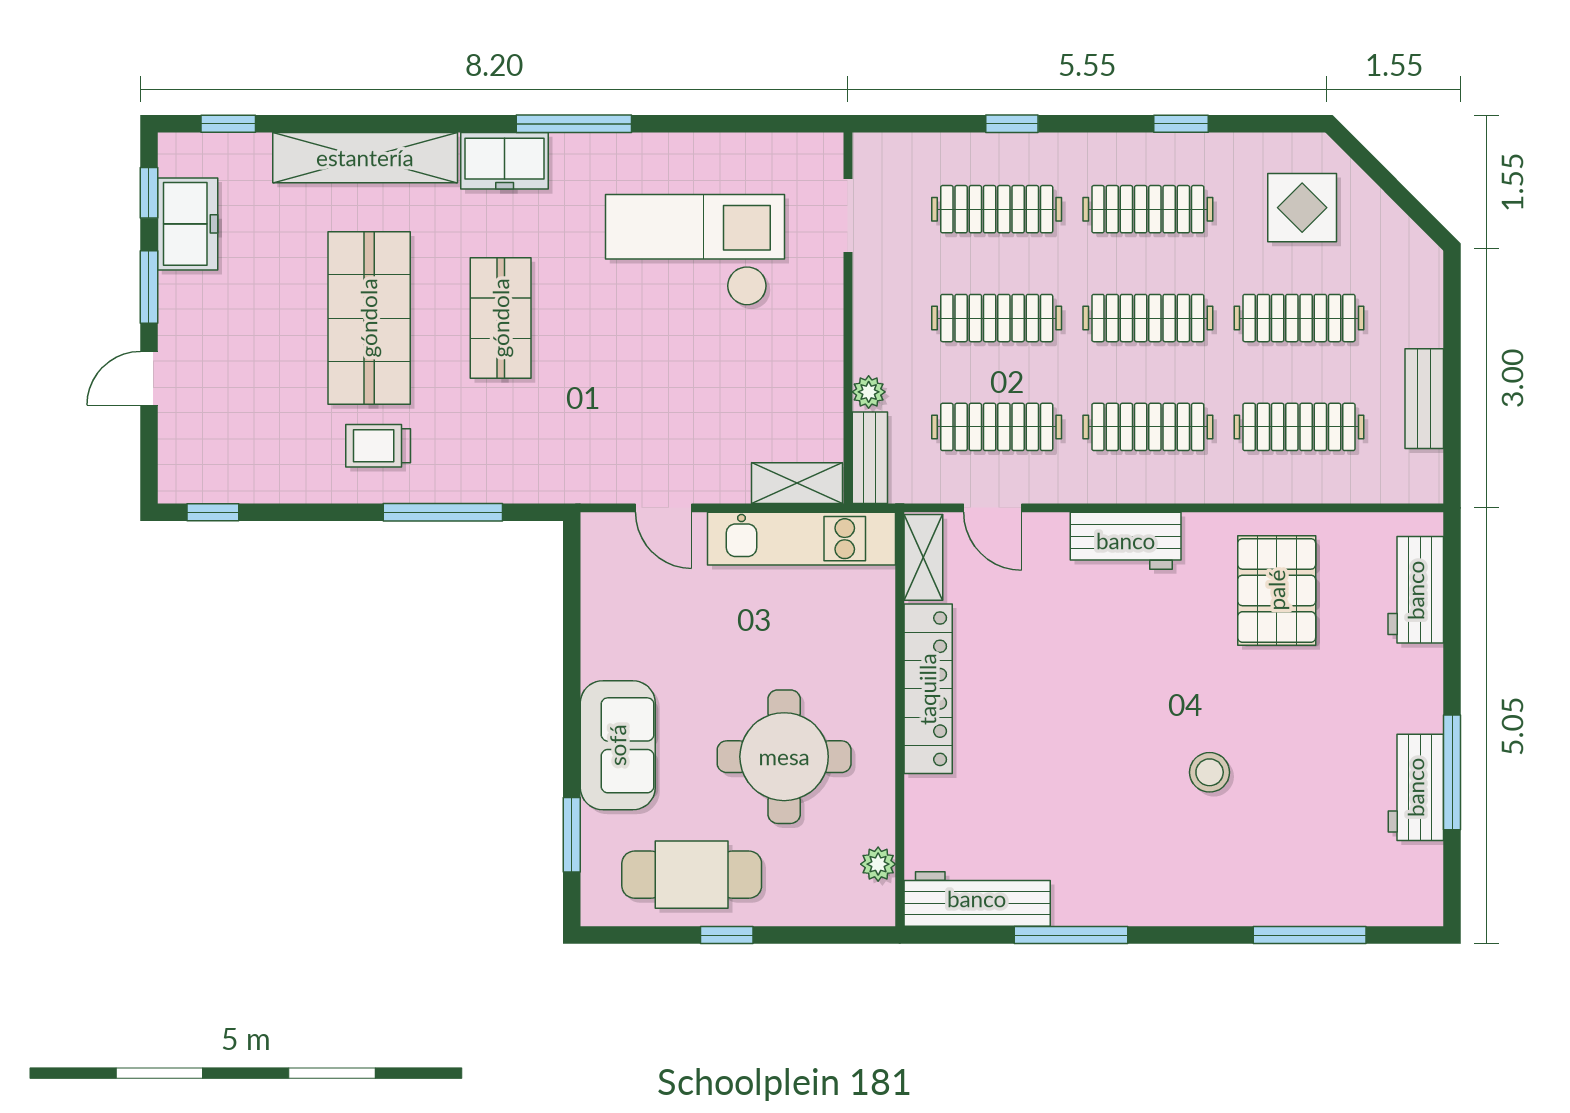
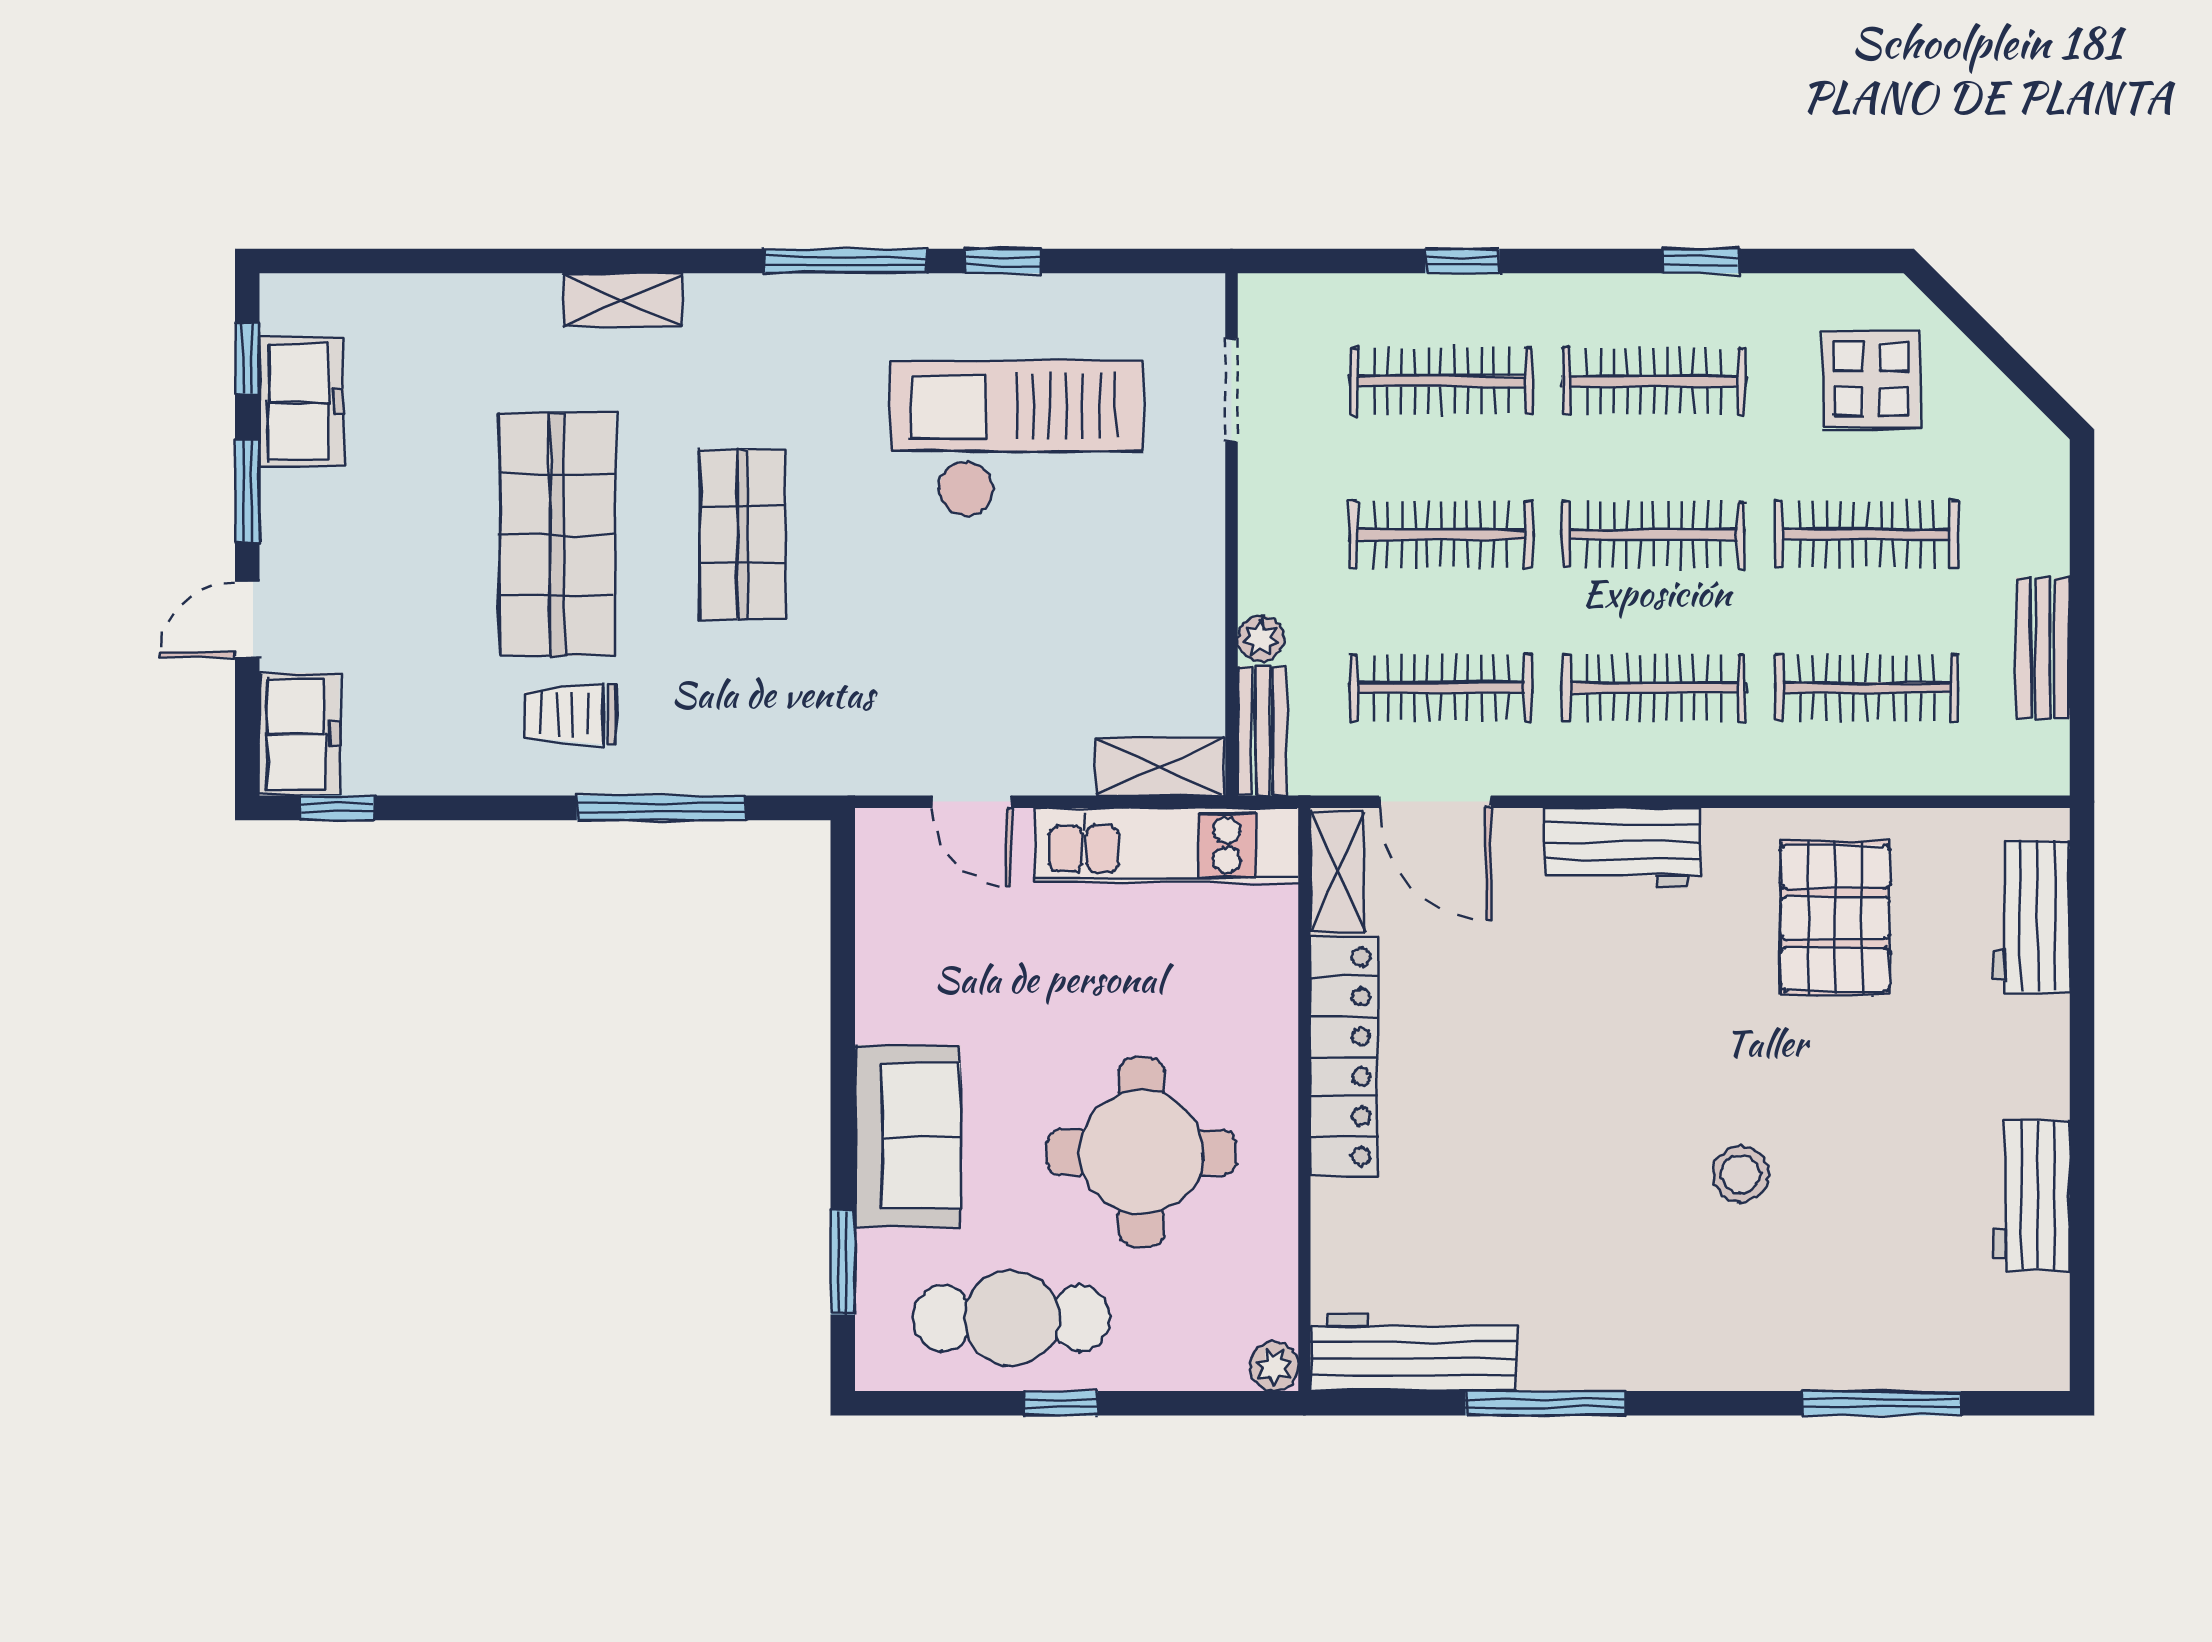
window: (228, 124) -> (1003, 261), moved
shelving: (365, 158) -> (623, 300), width x0.45, depth x0.75
freezer: (505, 161) -> (299, 734), moved, turned -90
door: (993, 508) -> (1435, 802), width x1.38
window: (1452, 772) -> (2082, 1174), removed
plant: (878, 864) -> (1274, 1367), moved

